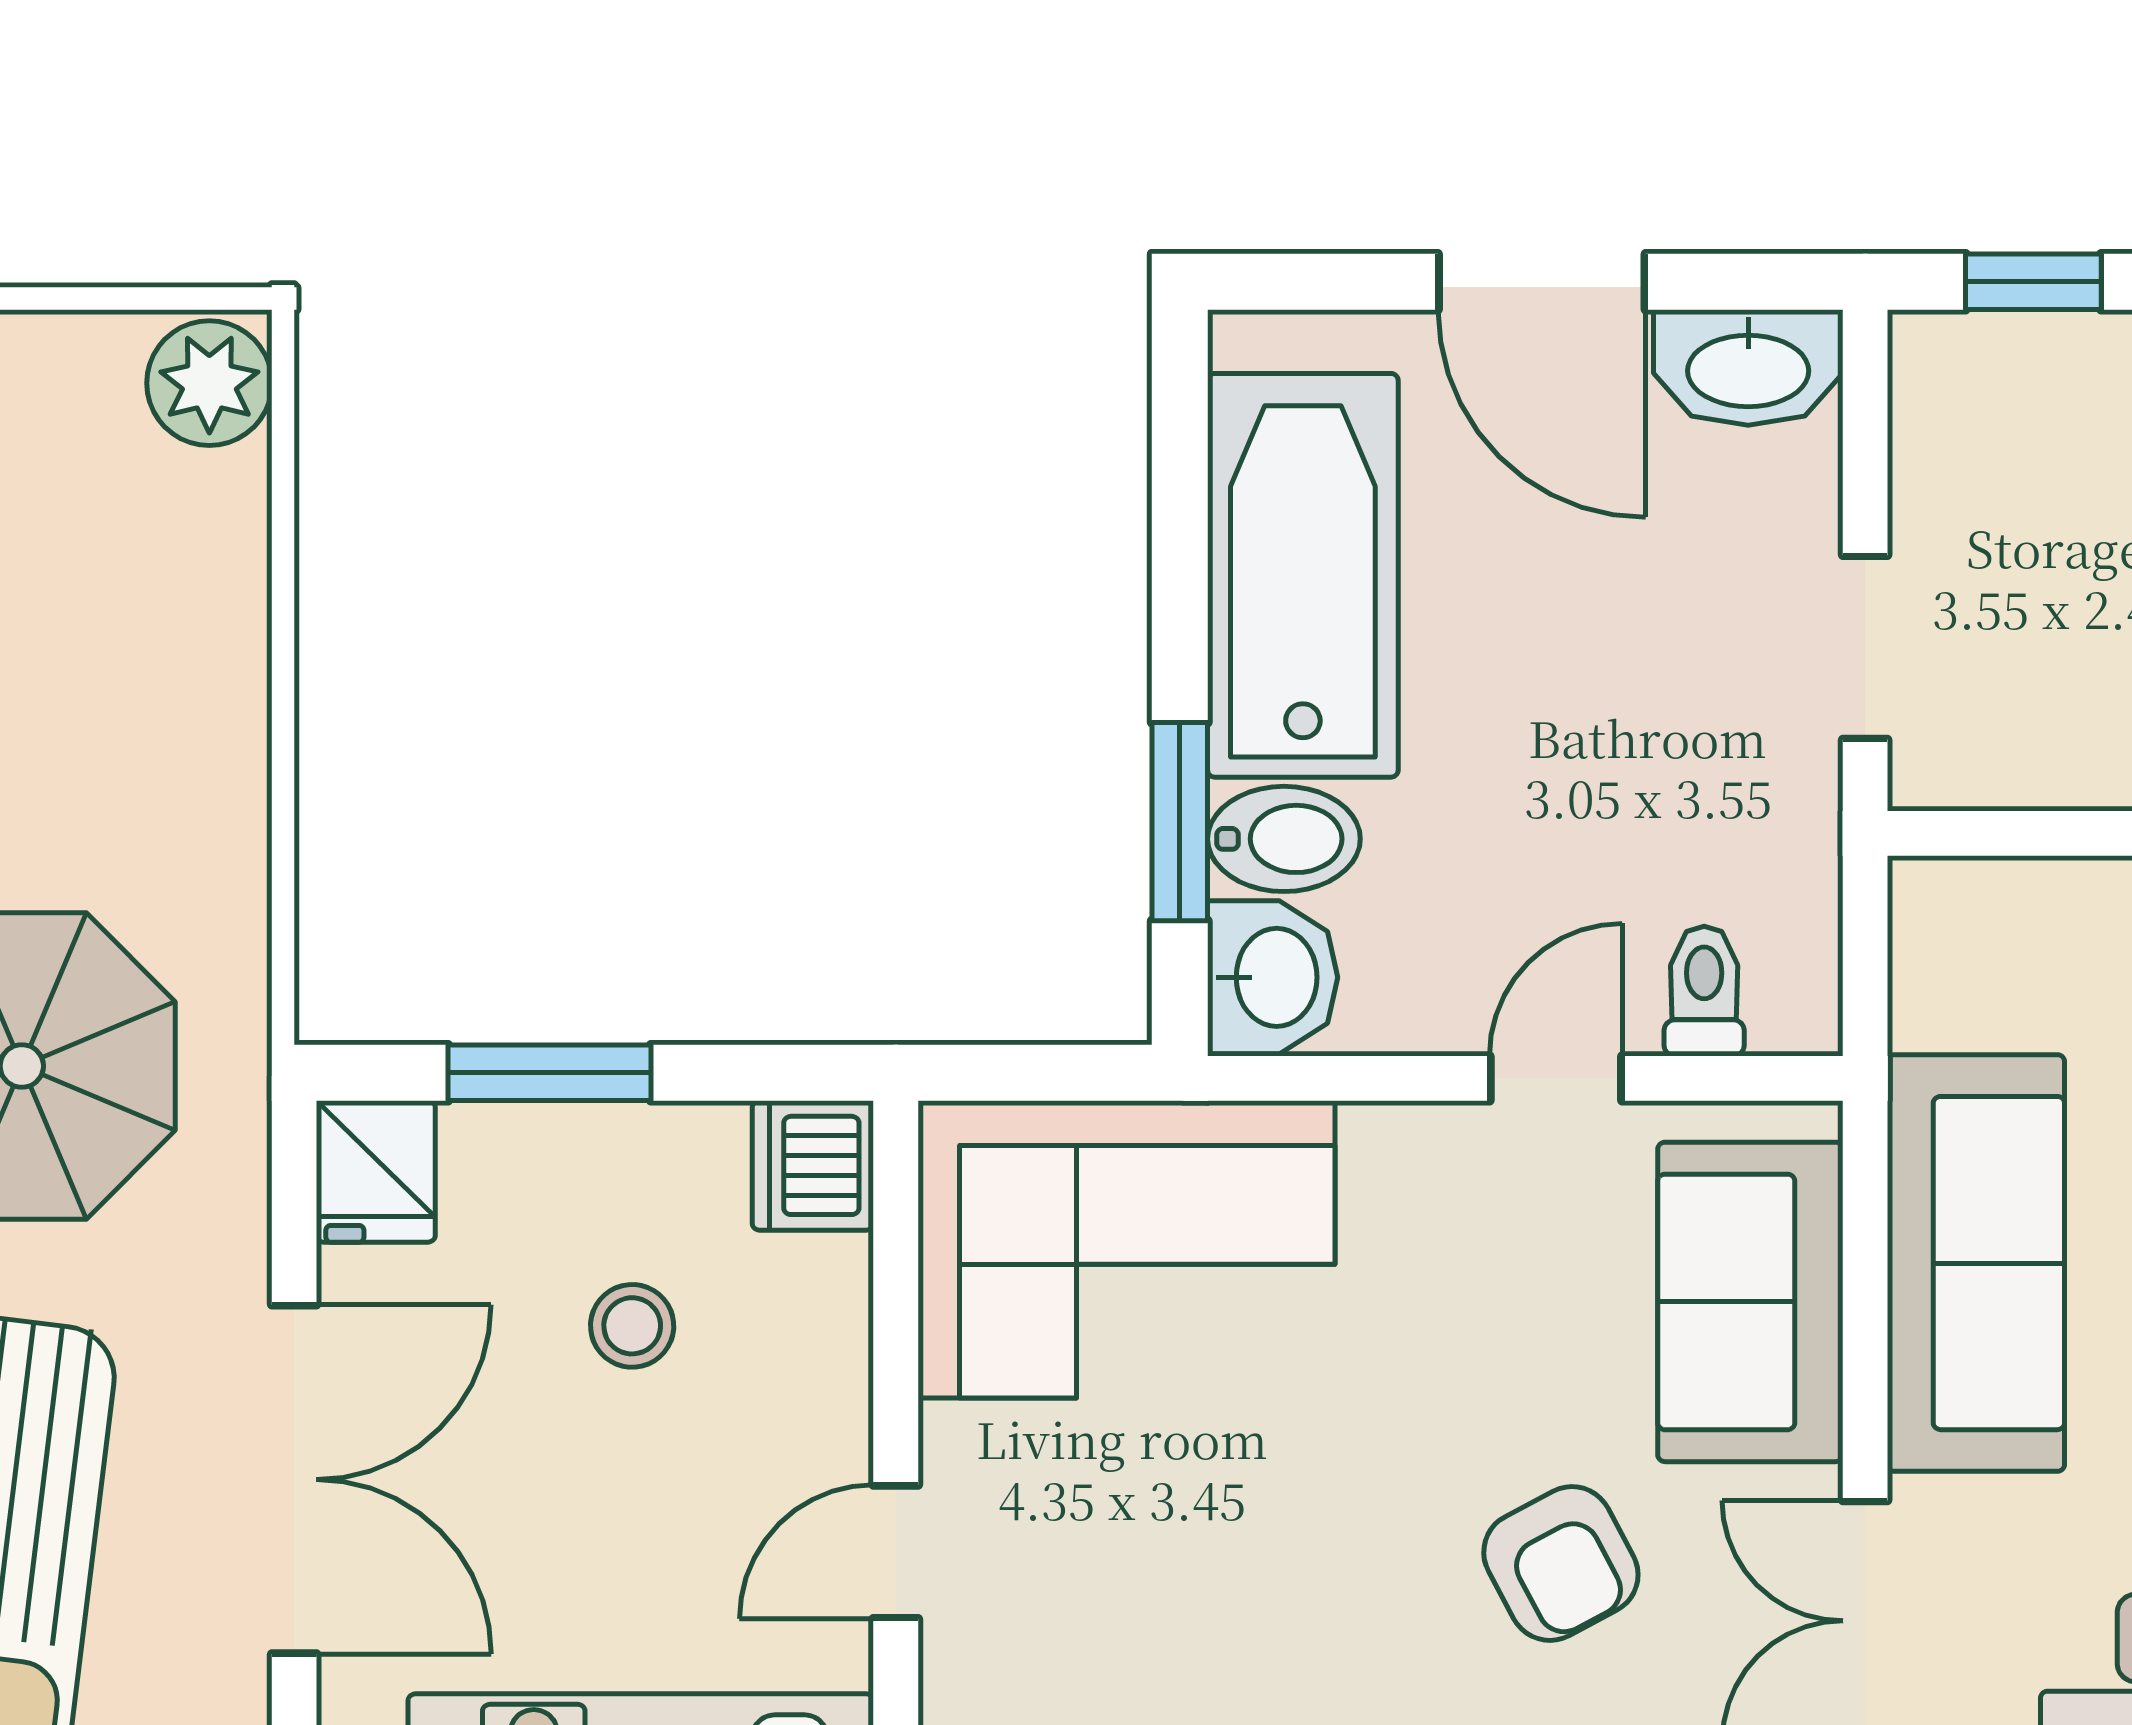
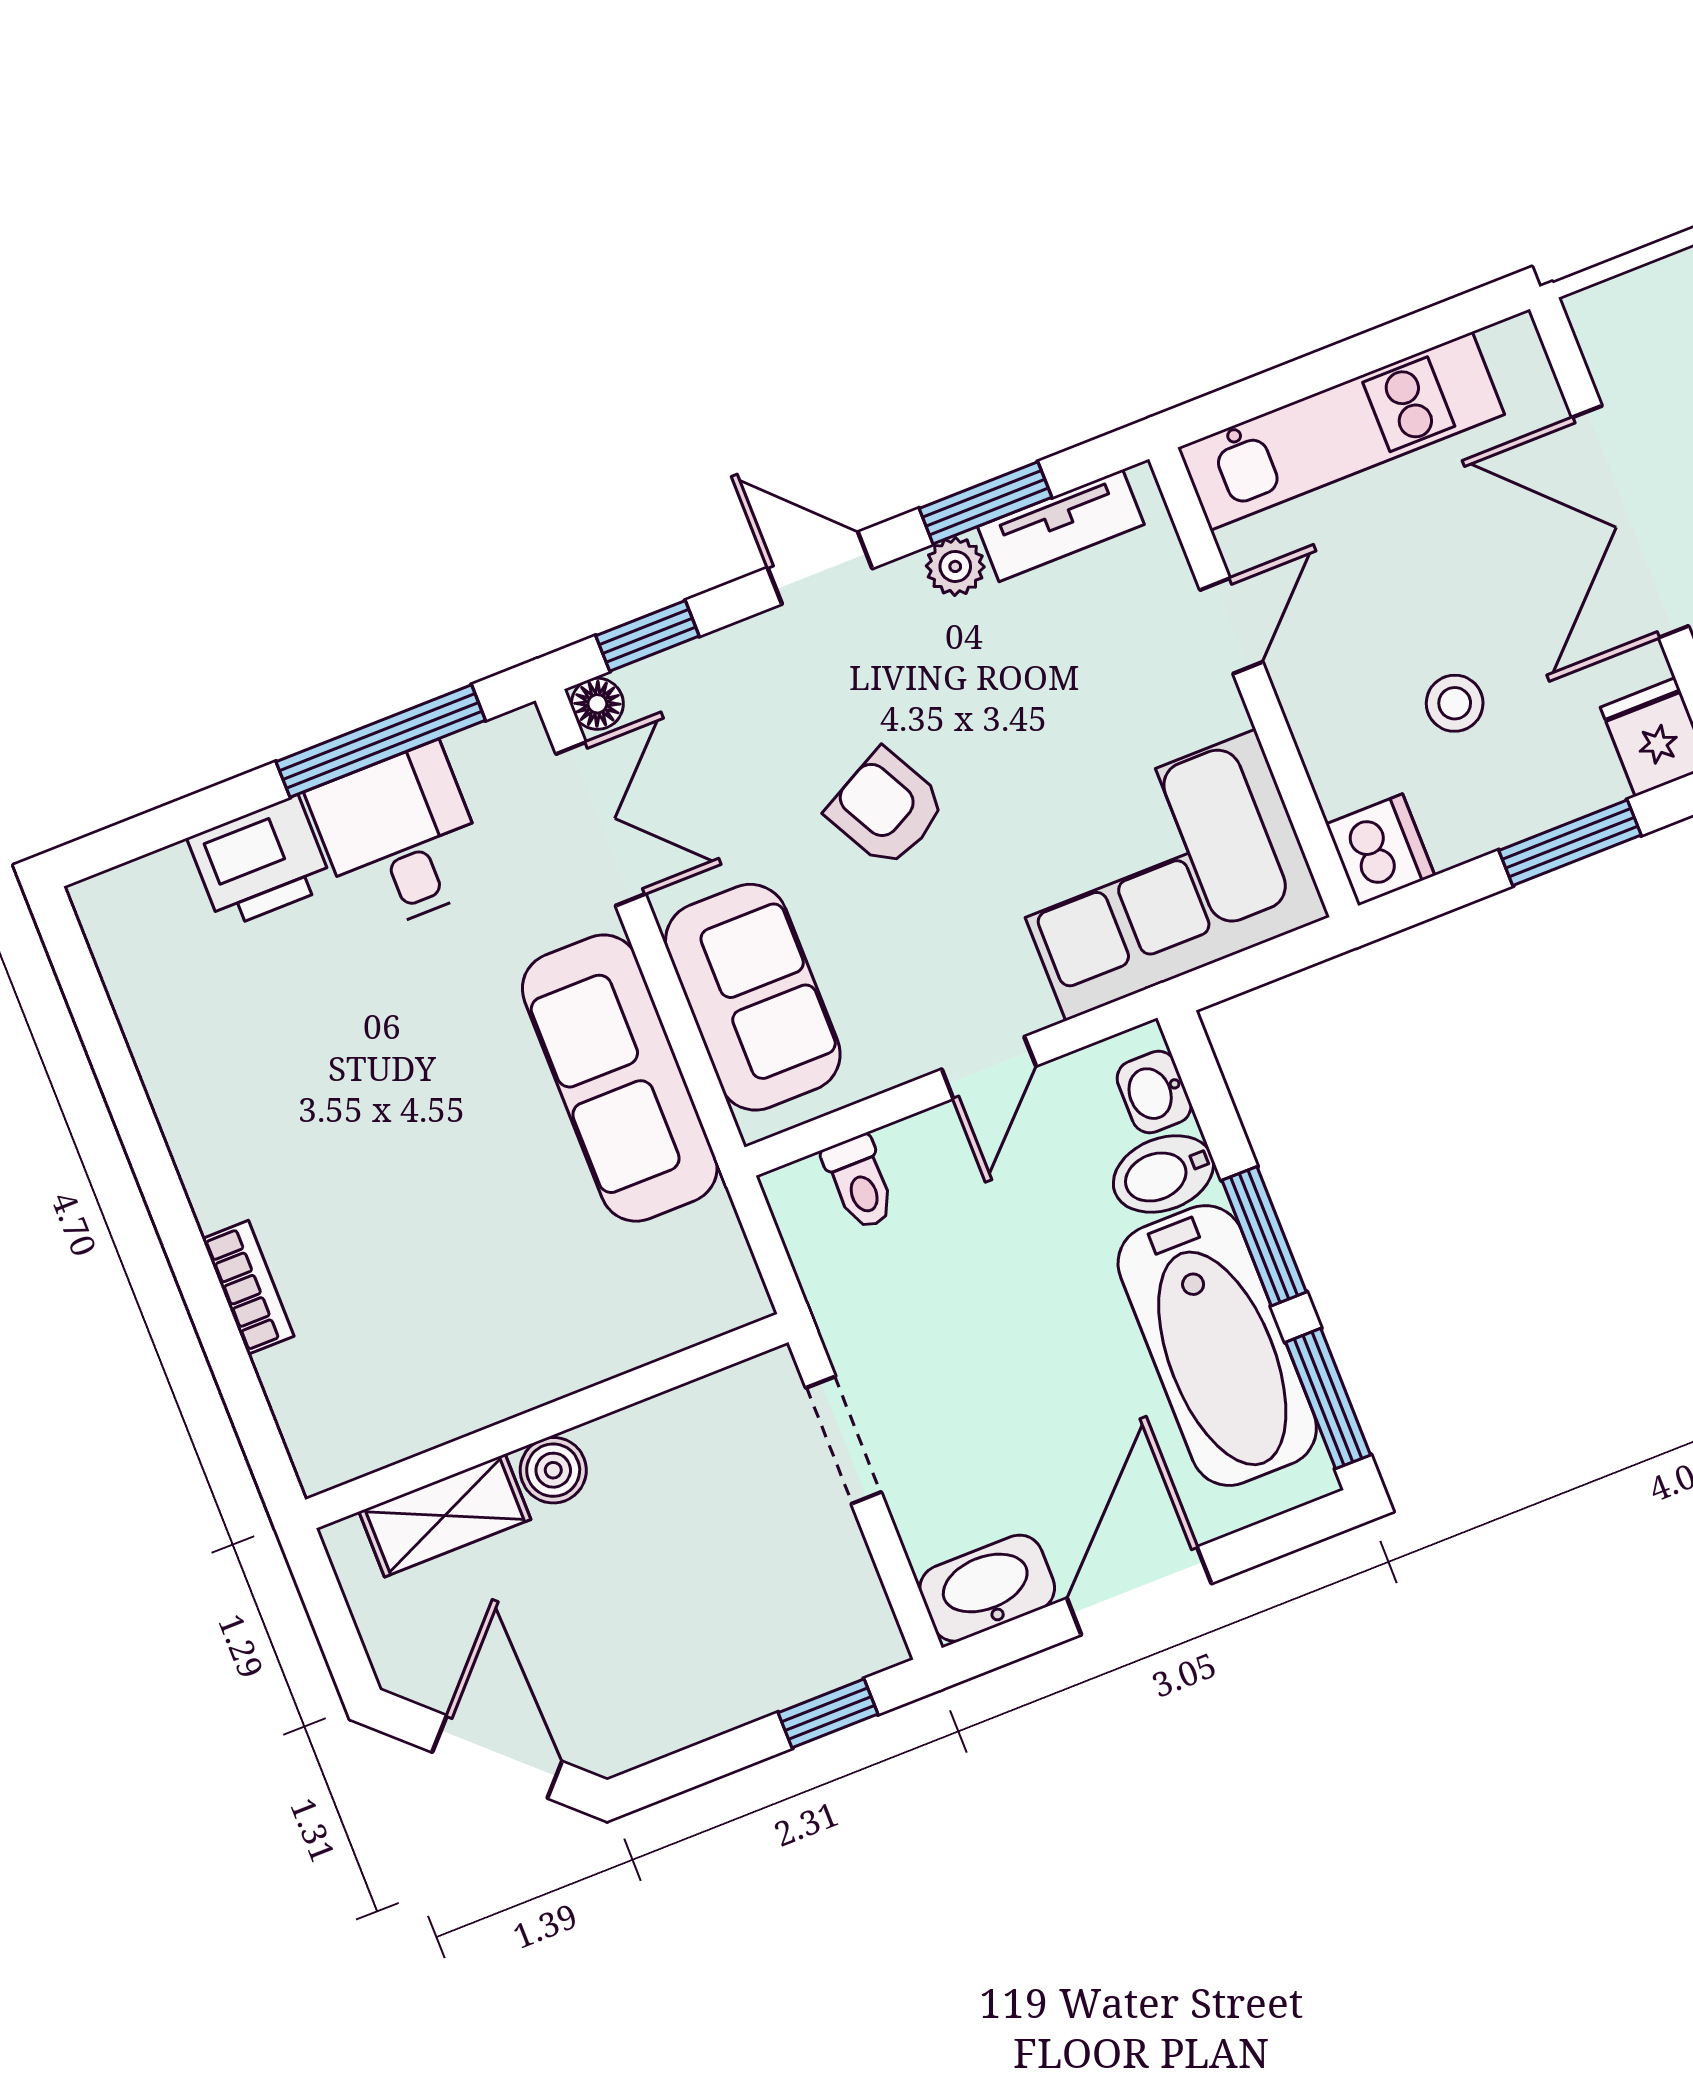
door: (1542, 282) -> (1139, 1591), hinge flipped
window: (1180, 443) -> (1328, 1399), added
window: (1180, 822) -> (1264, 1236), moved
washbasin: (1273, 977) -> (1154, 1092), width x0.72, depth x0.69
door: (1556, 1078) -> (989, 1068), moved
armchair: (1561, 1563) -> (886, 808), moved

